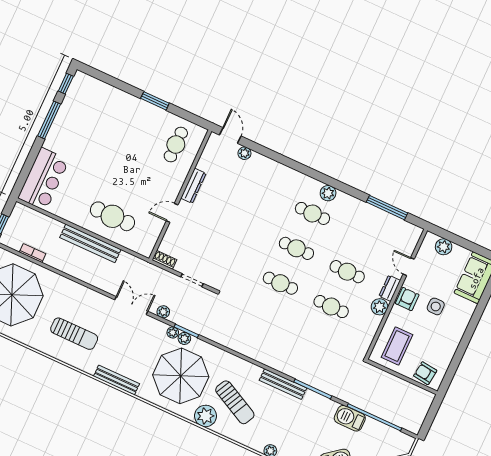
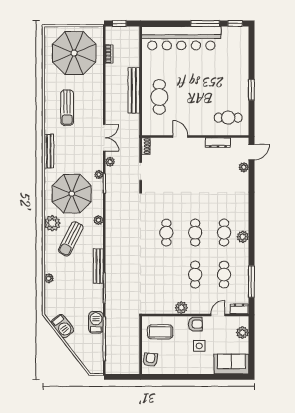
bar counter: (43, 179) -> (181, 38), width x1.86
dresser: (193, 186) -> (218, 143), moved
dresser: (390, 288) -> (239, 309), moved
cafe table: (331, 307) -> (224, 275), moved
plant: (184, 338) -> (99, 220), moved

